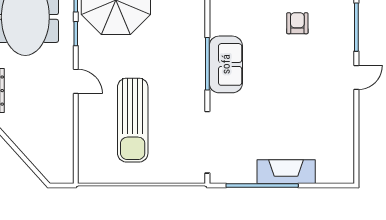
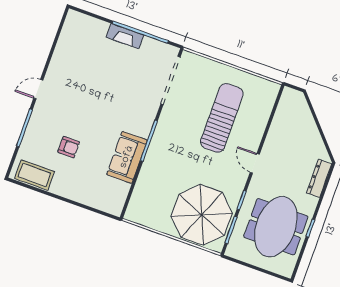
armchair: (297, 23) -> (69, 147), turned -90
sofa: (226, 64) -> (127, 157), moved
fireplace: (286, 172) -> (125, 36), width x0.73, depth x0.76

